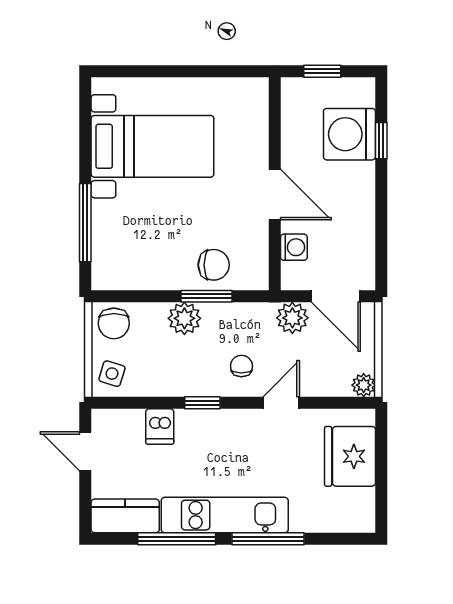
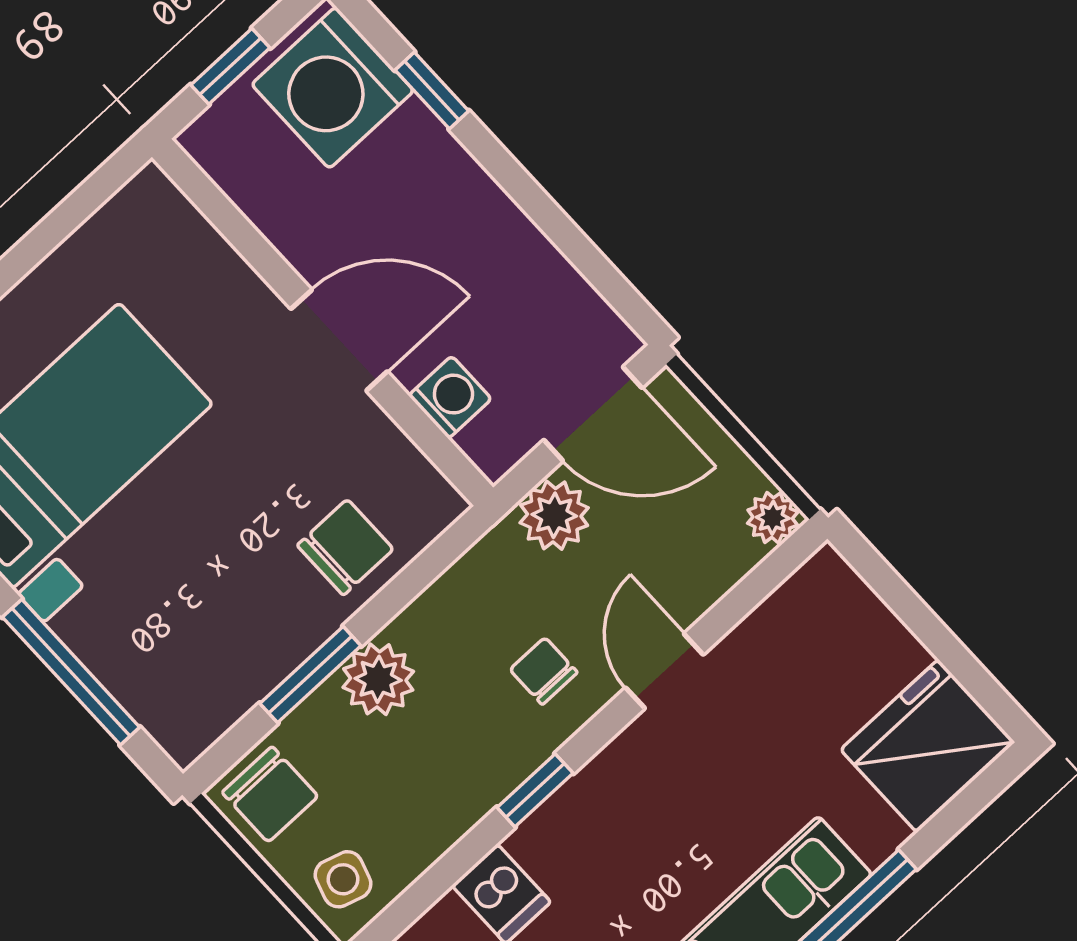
washing machine: (349, 134) -> (333, 88), moved
window: (206, 296) -> (310, 675), moved
fridge: (350, 456) -> (928, 746), moved, turned 90

